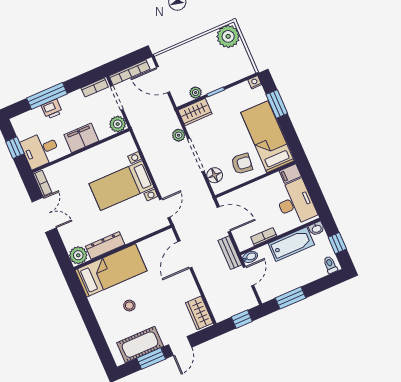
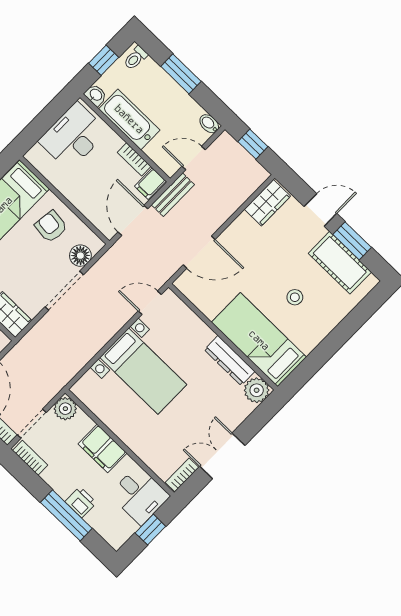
plant: (179, 135) -> (48, 324), removed
filing cabinet: (290, 174) -> (150, 184), moved, turned 90
bidet: (250, 257) -> (209, 124), moved
window: (291, 298) -> (181, 74), moved

